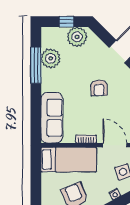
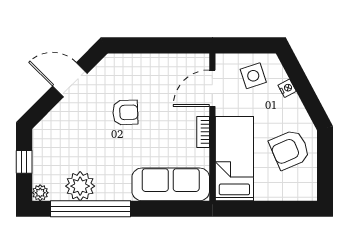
plant: (77, 37) -> (40, 193), moved, width x0.53, depth x0.53
window: (36, 65) -> (90, 209), width x1.46

